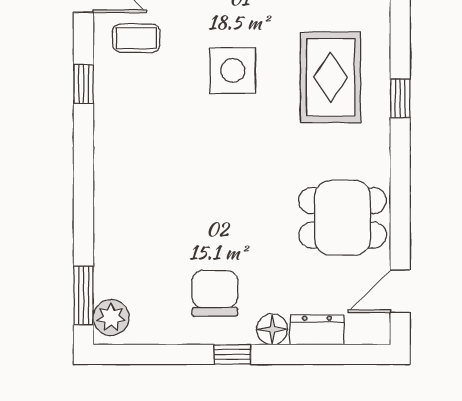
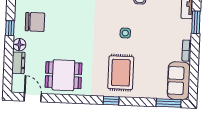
side table: (233, 70) -> (125, 33), width x0.54, depth x0.54
rug: (331, 77) -> (121, 73), turned 90
dining table: (343, 218) -> (63, 75), turned 90

